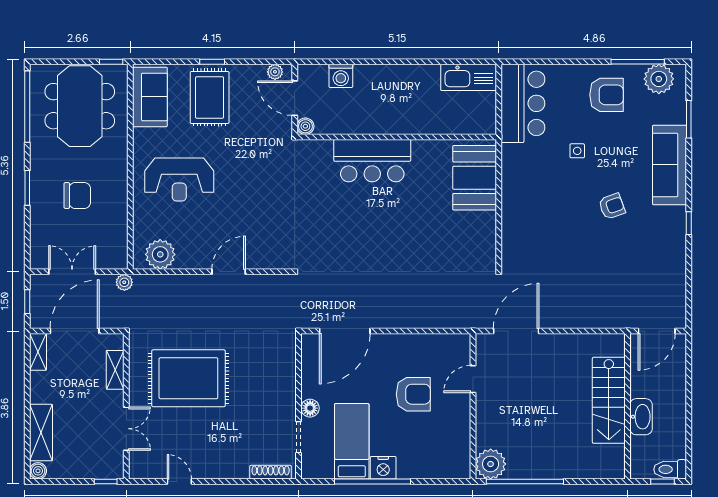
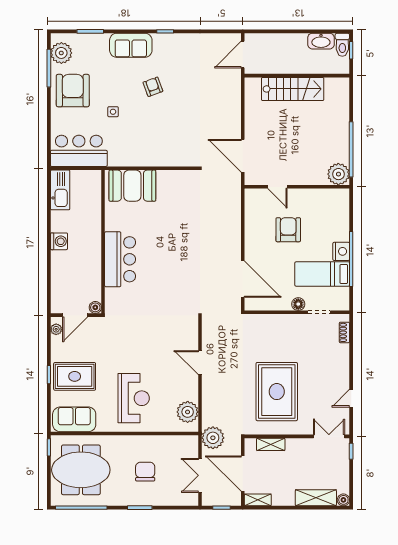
washing machine: (341, 76) -> (59, 241), moved
armchair: (607, 95) -> (73, 91), width x1.36, depth x1.36
sofa: (670, 165) -> (131, 45), width x0.73
plant: (124, 282) -> (213, 438), width x1.88, depth x1.88
door: (657, 331) -> (243, 55), swing flipped
washbasin: (641, 417) -> (321, 41), moved, turned 180
double door: (126, 429) -> (329, 436), moved
shoe rack: (271, 472) -> (344, 332), width x0.70

